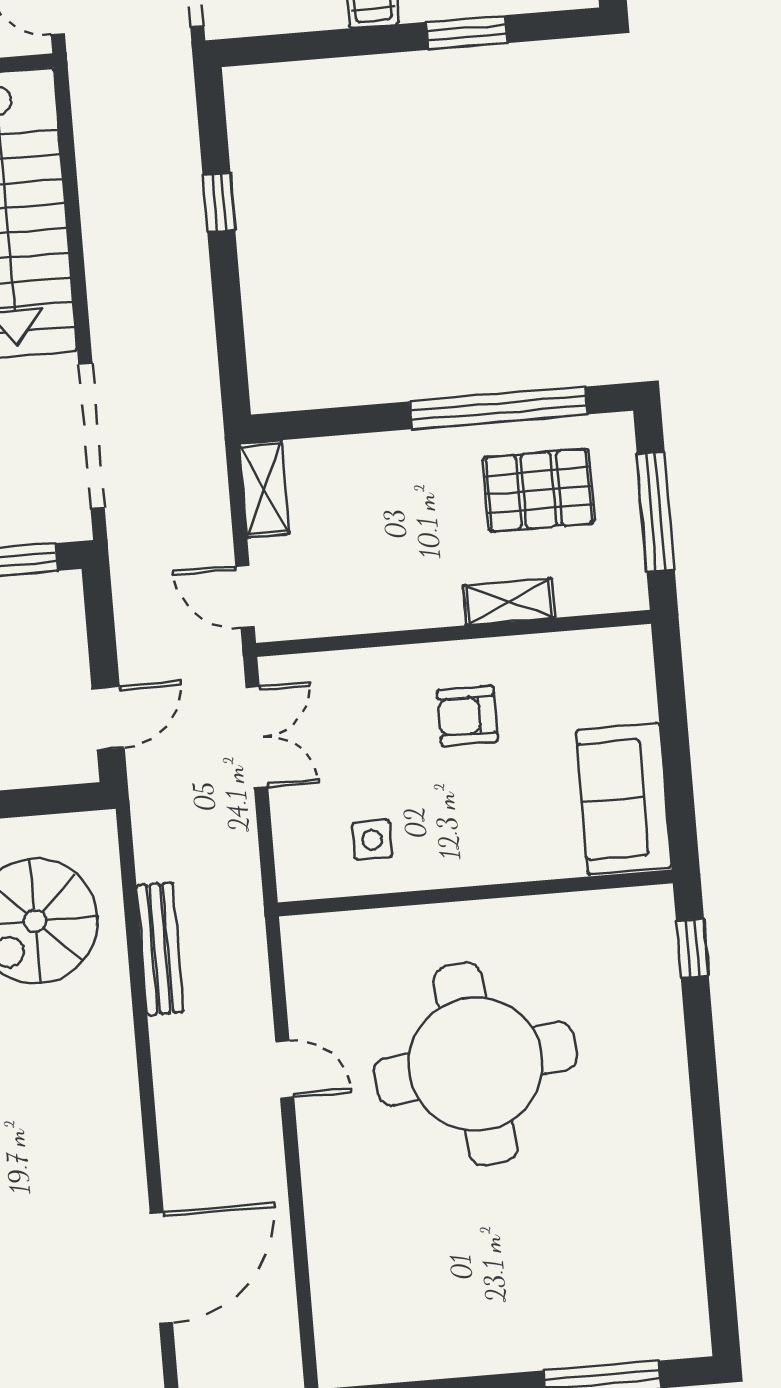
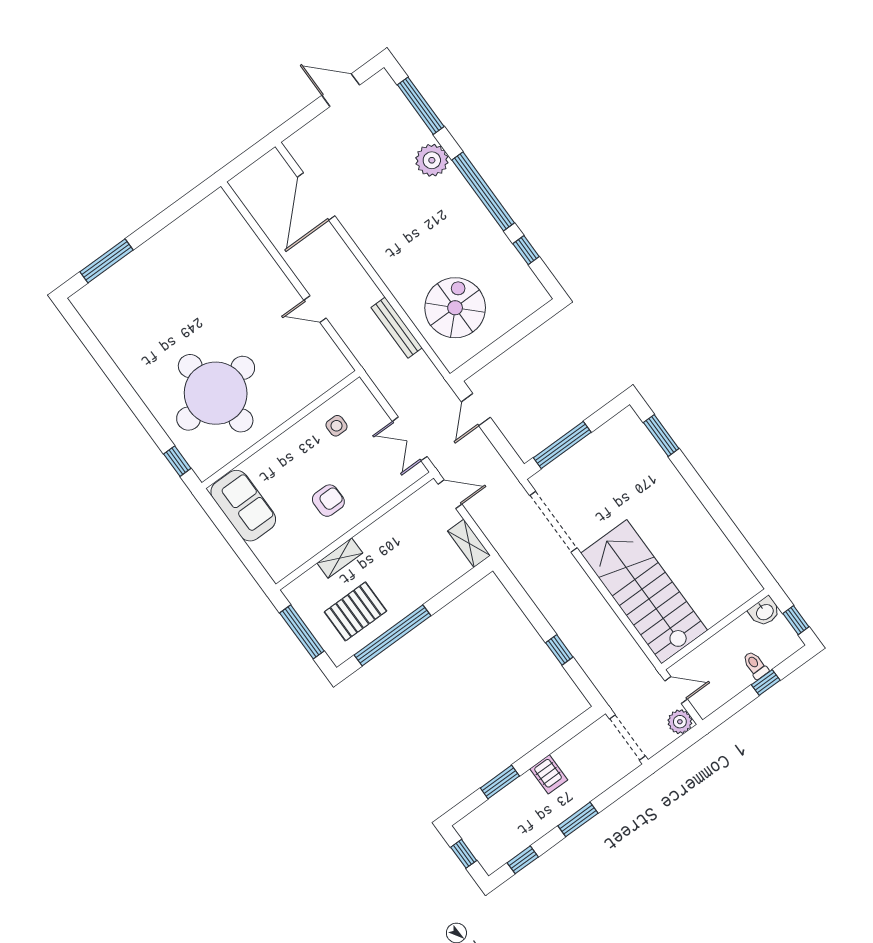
round table: (475, 1064) -> (216, 393), moved

